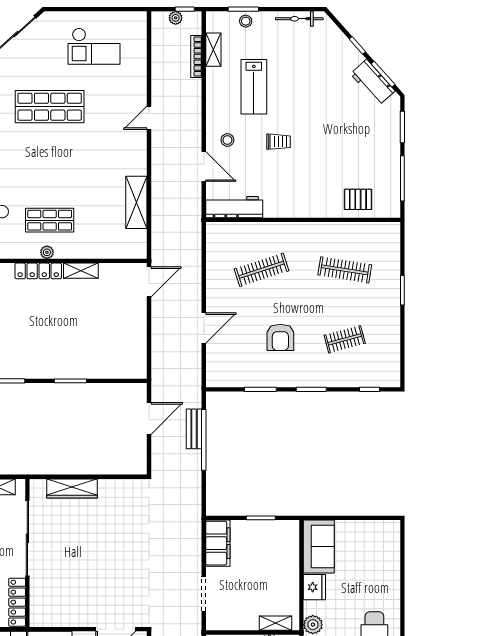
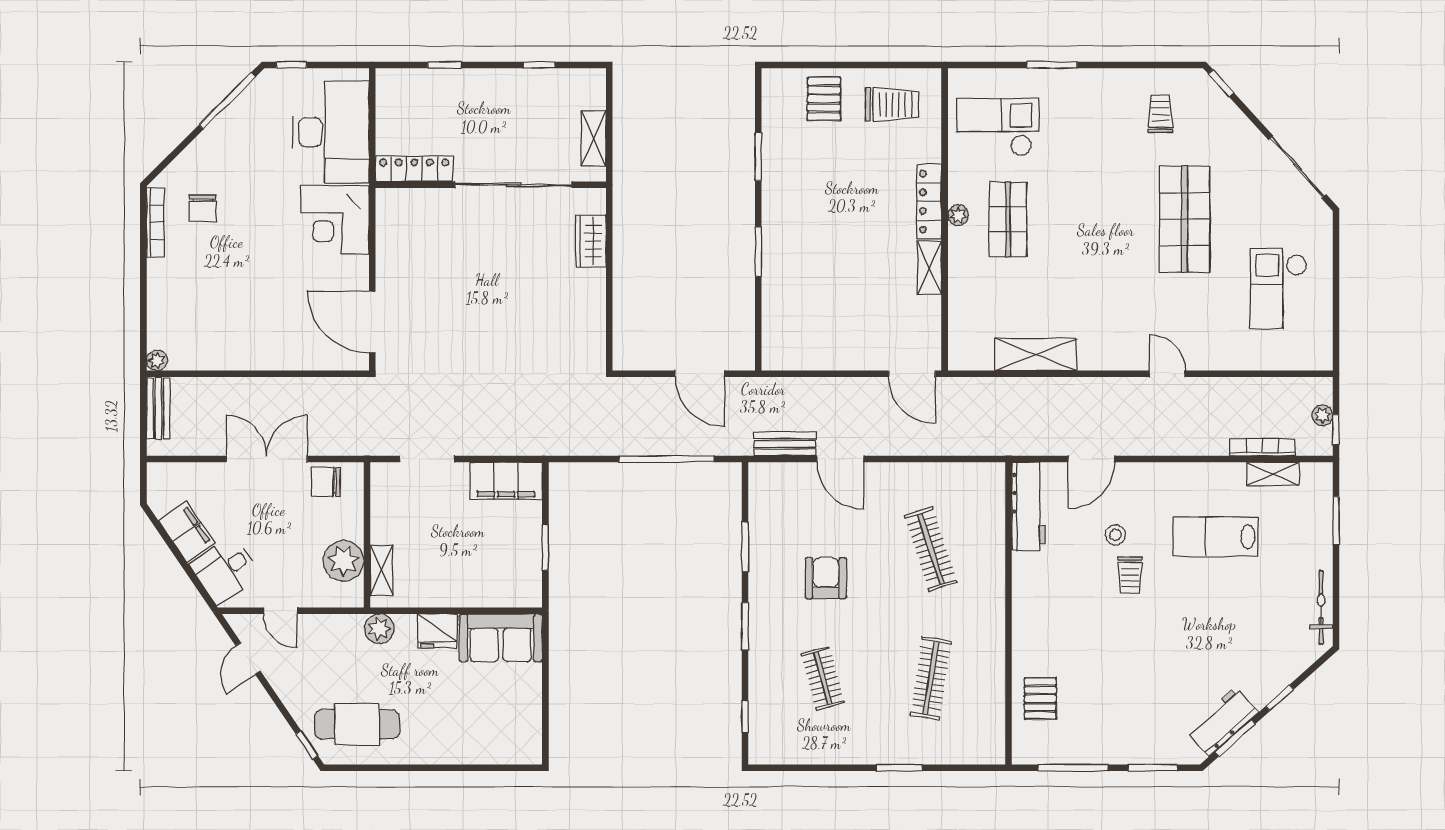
stool: (246, 21) -> (1317, 524), removed
stool: (227, 140) -> (1115, 535), moved
armchair: (280, 337) -> (826, 578), turned 90
bench: (194, 429) -> (785, 444), moved
wardrobe: (72, 488) -> (591, 241), width x0.67

